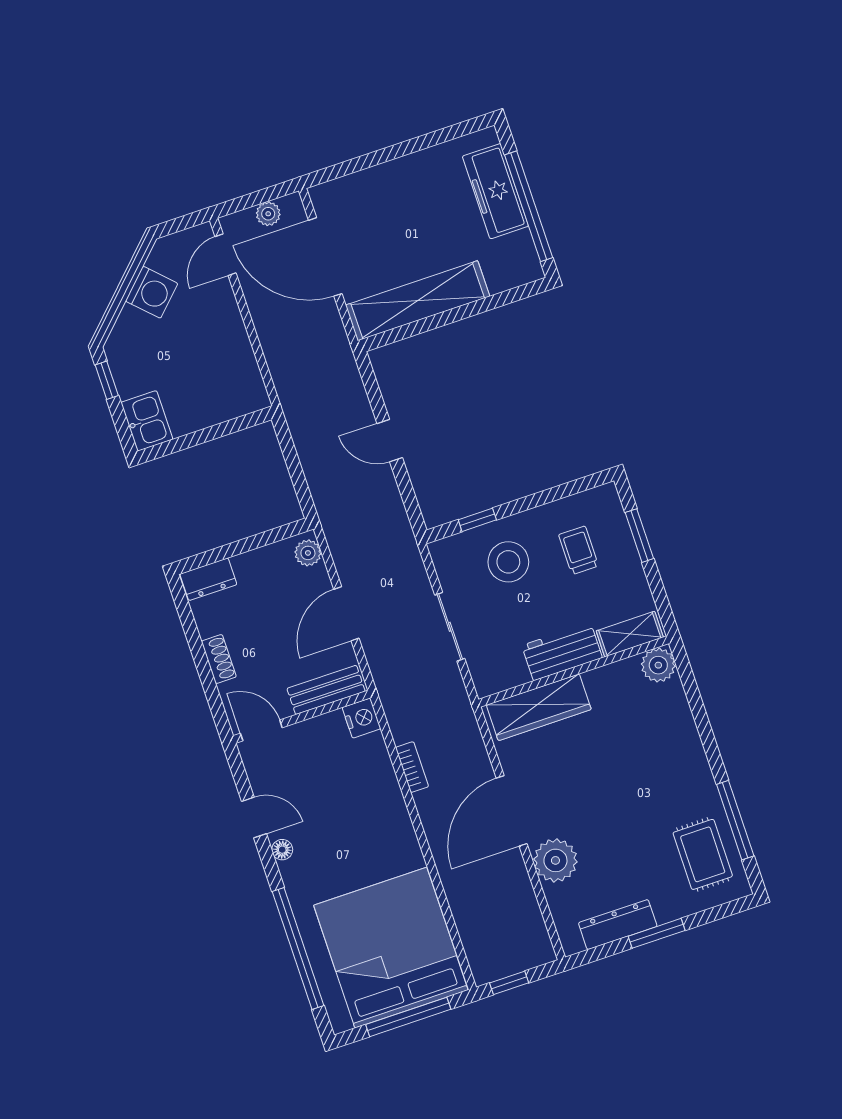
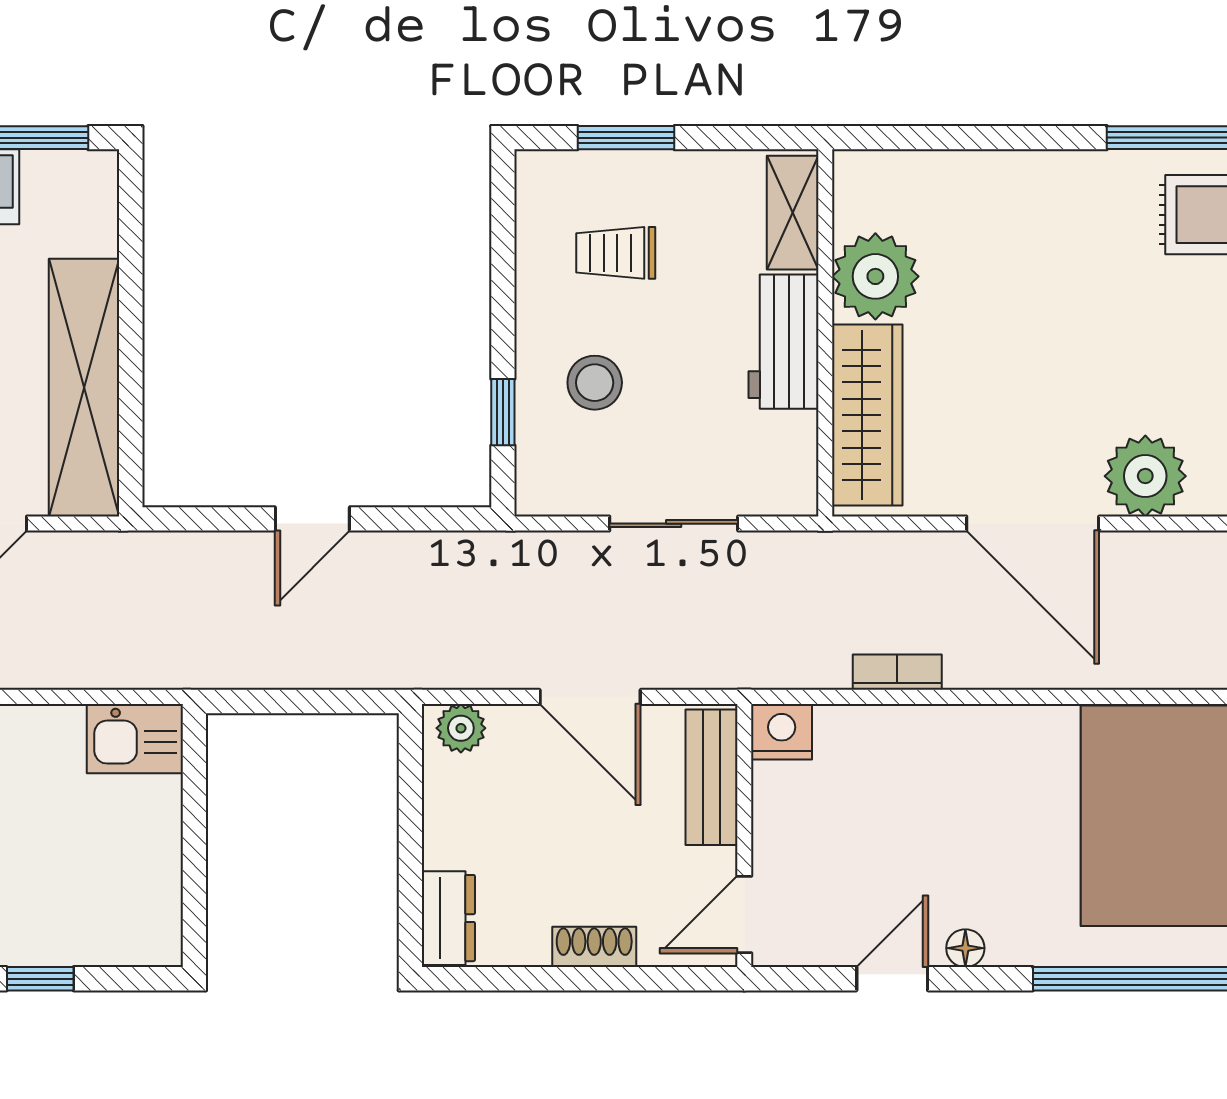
kitchen sink: (147, 421) -> (135, 739), moved, turned 180
stool: (508, 562) -> (595, 383), width x0.73, depth x0.73
plant: (658, 665) -> (875, 276), moved, width x1.36, depth x1.36

